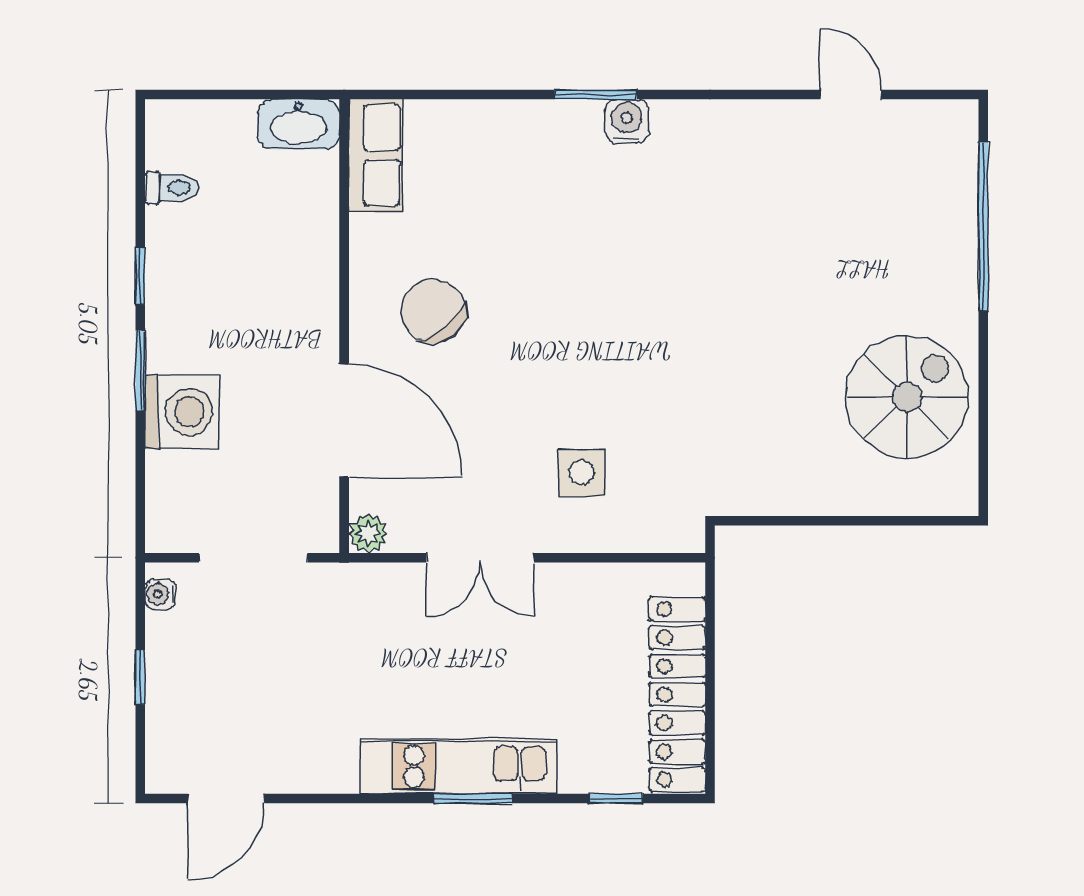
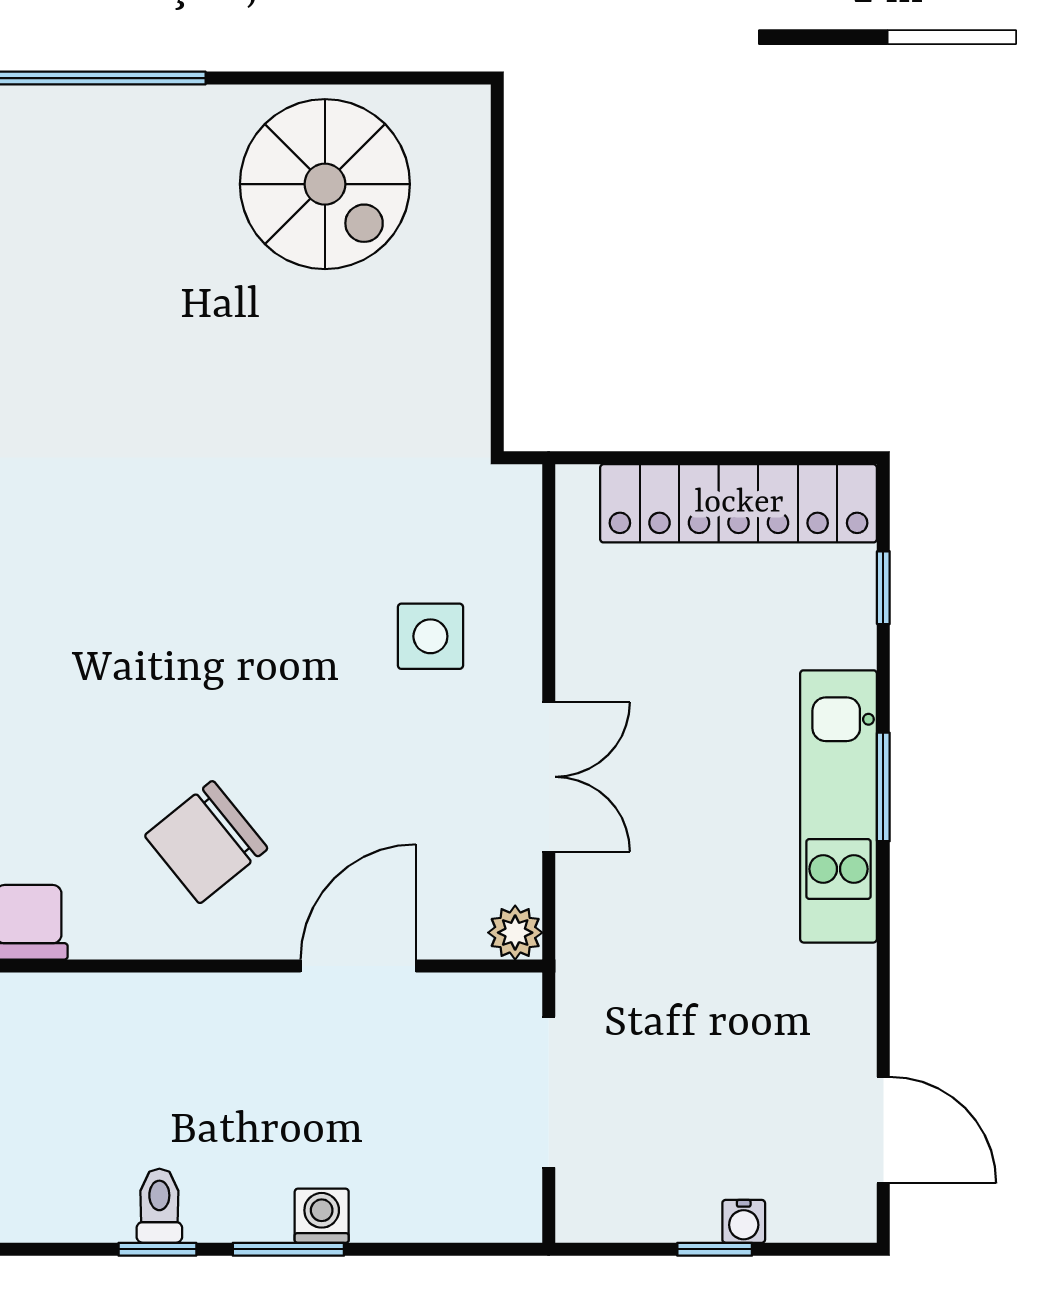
toilet: (172, 188) -> (159, 1206), moved
spiral stairs: (907, 397) -> (325, 184), turned 180
washing machine: (182, 412) -> (322, 1216), width x0.53, depth x0.53
door: (344, 421) -> (358, 966), width x0.73
water cooler: (160, 594) -> (744, 1221), moved

